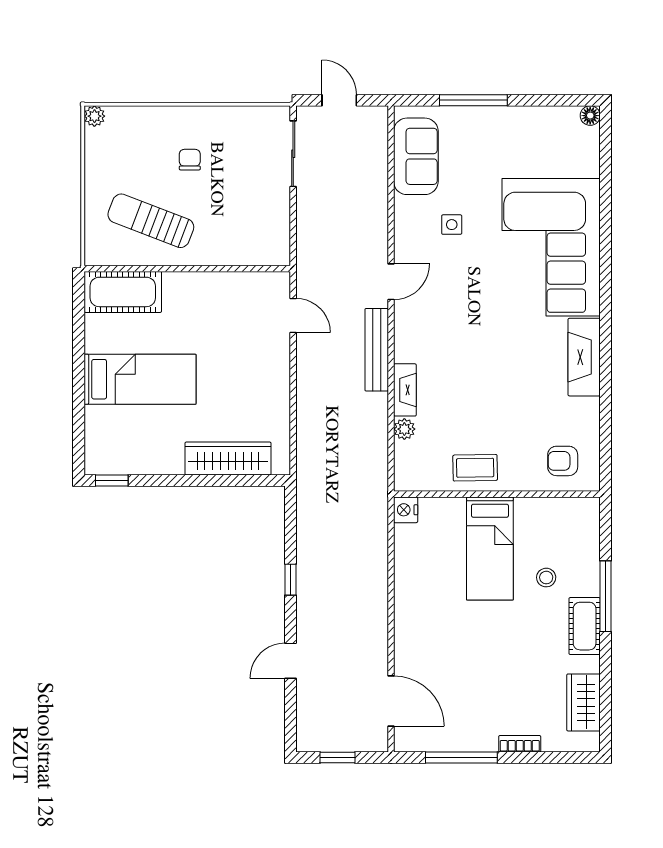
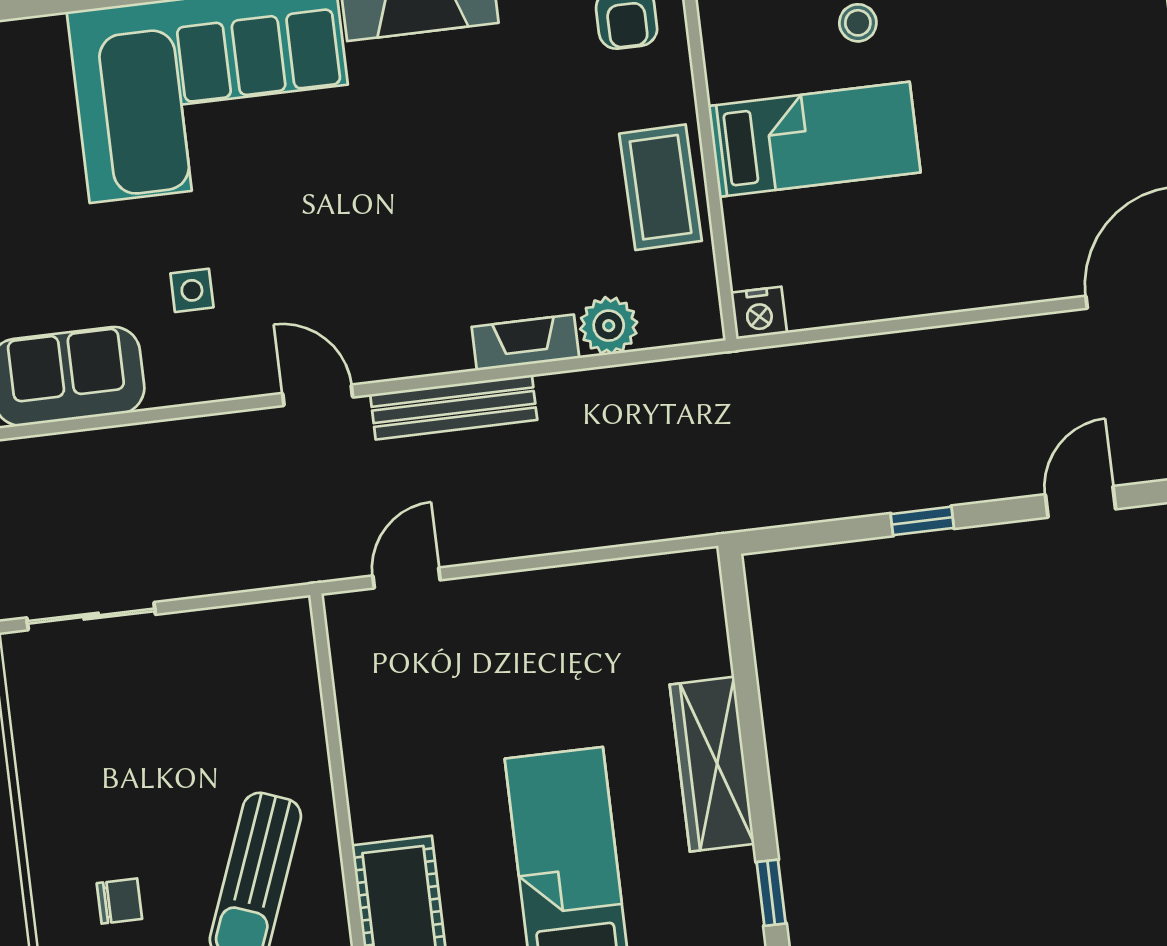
chair: (190, 160) -> (119, 901), moved, turned 180
plant: (404, 429) -> (609, 326), width x1.38, depth x1.38
wardrobe: (228, 458) -> (712, 764), moved
coffee table: (475, 468) -> (661, 187), width x1.36, depth x1.30
door: (290, 661) -> (1080, 502), swing flipped

